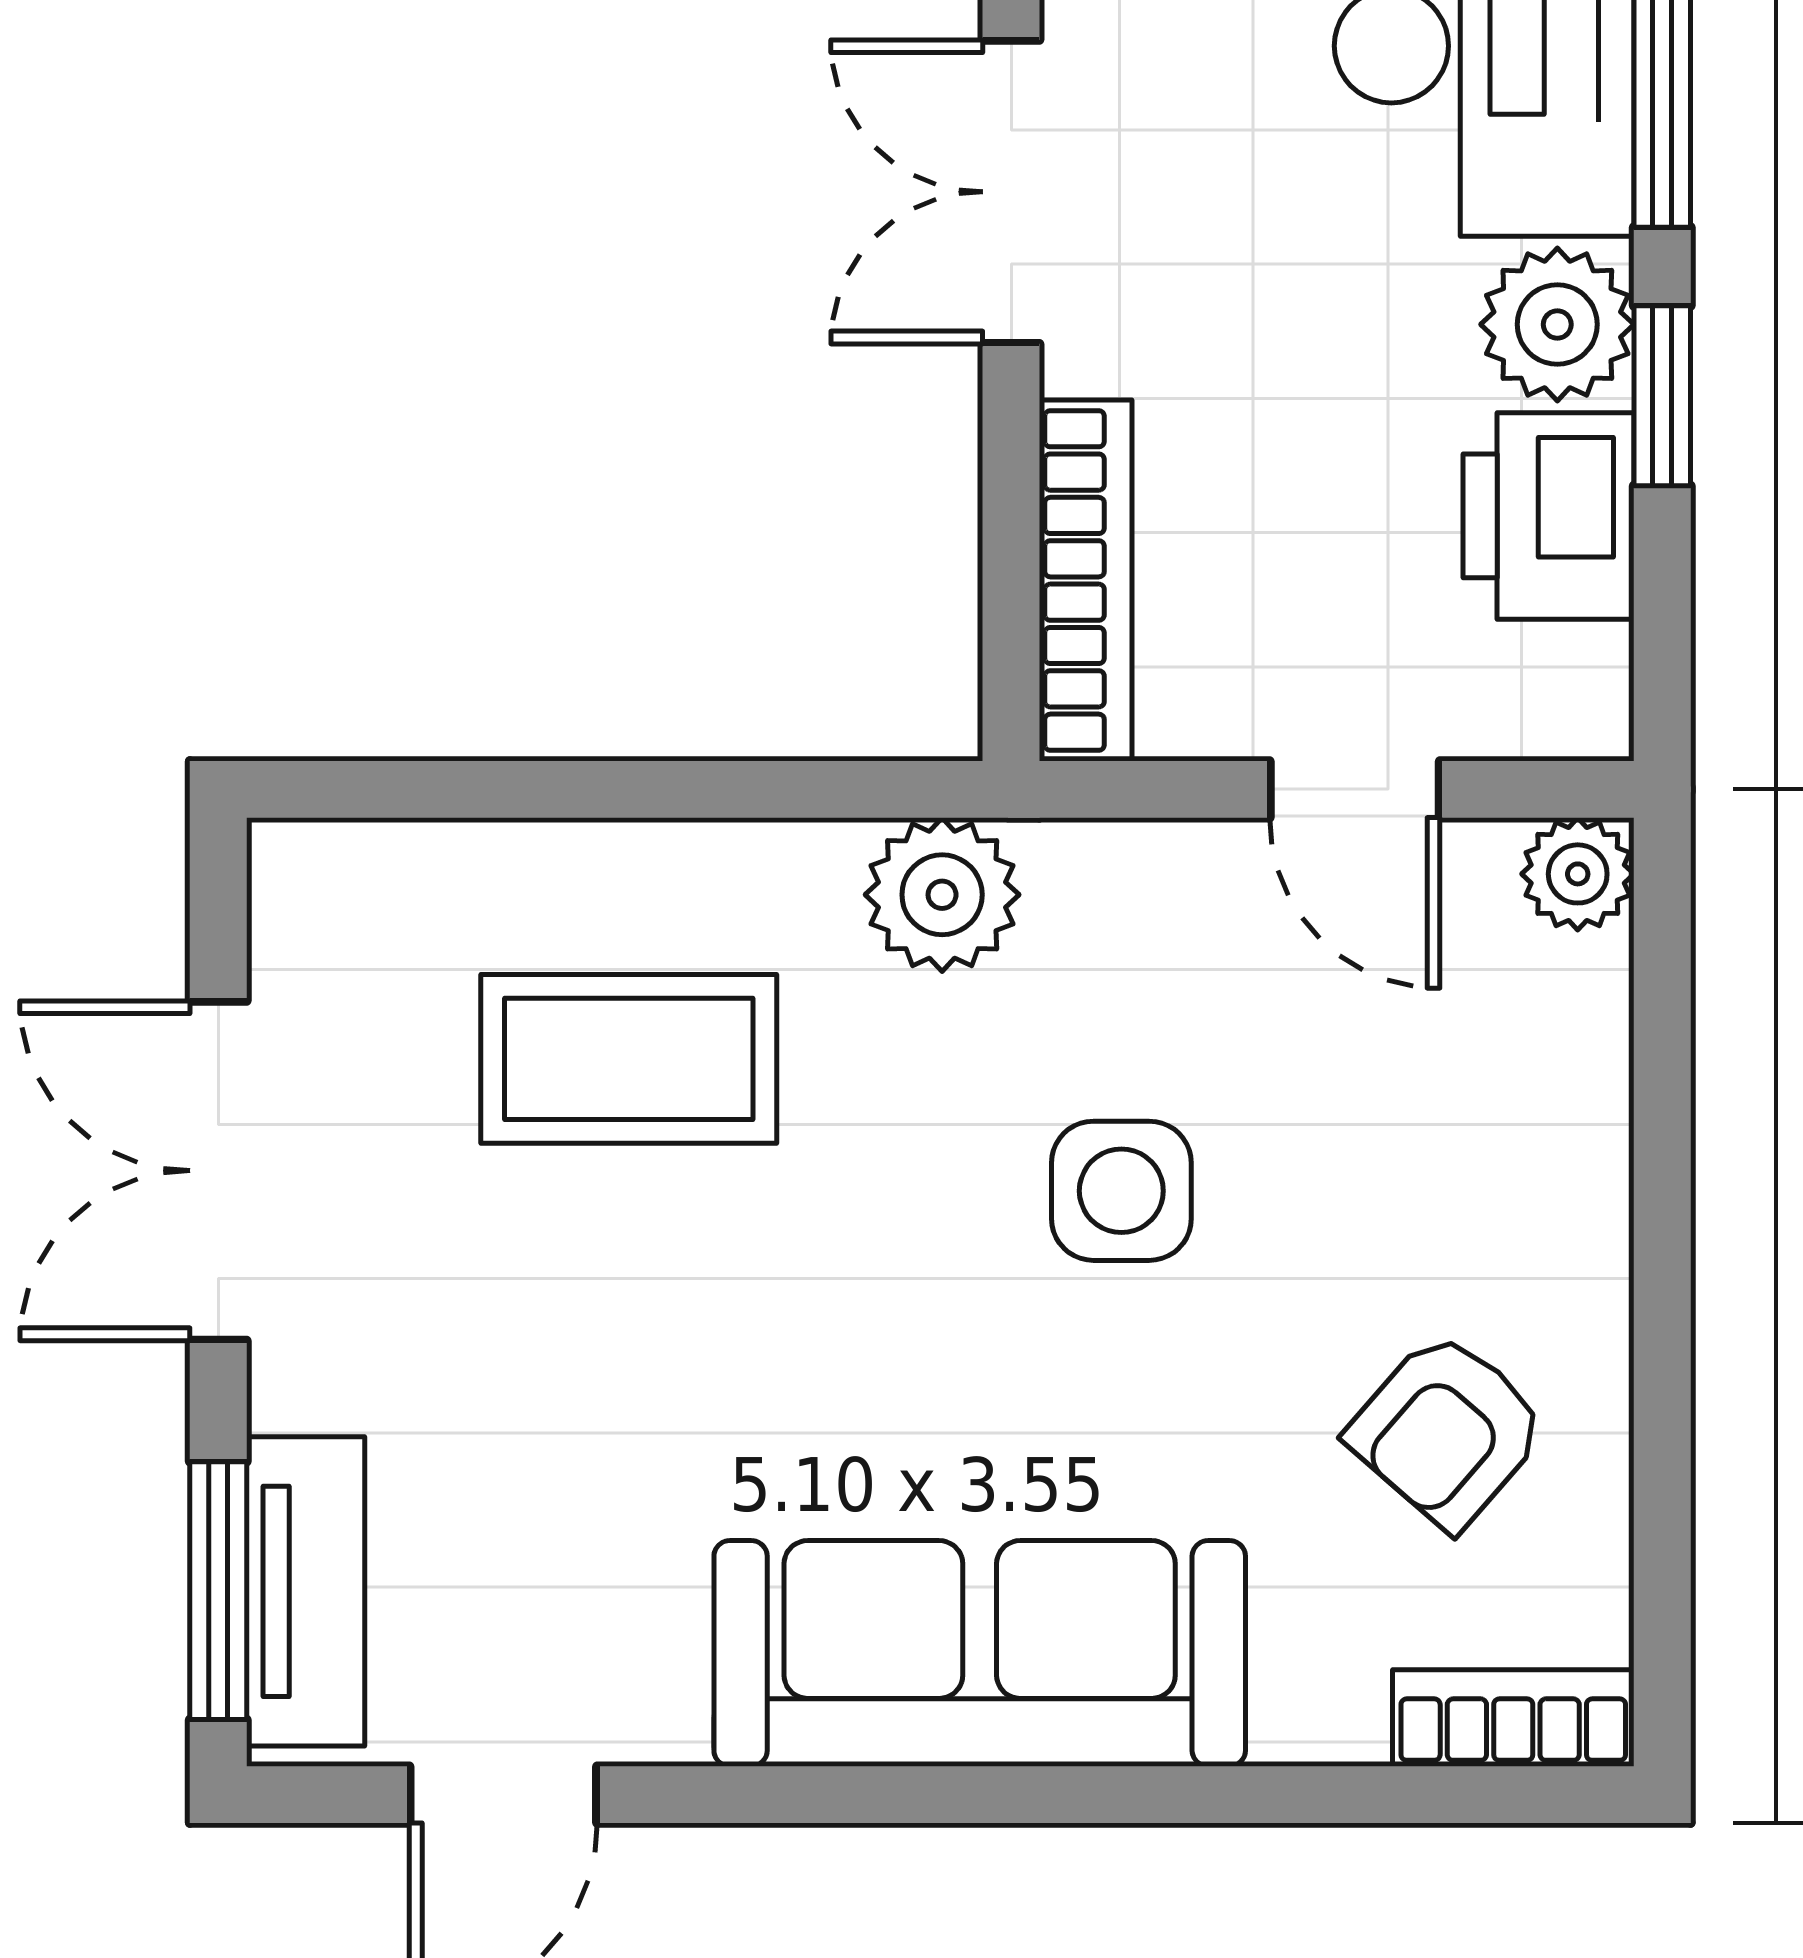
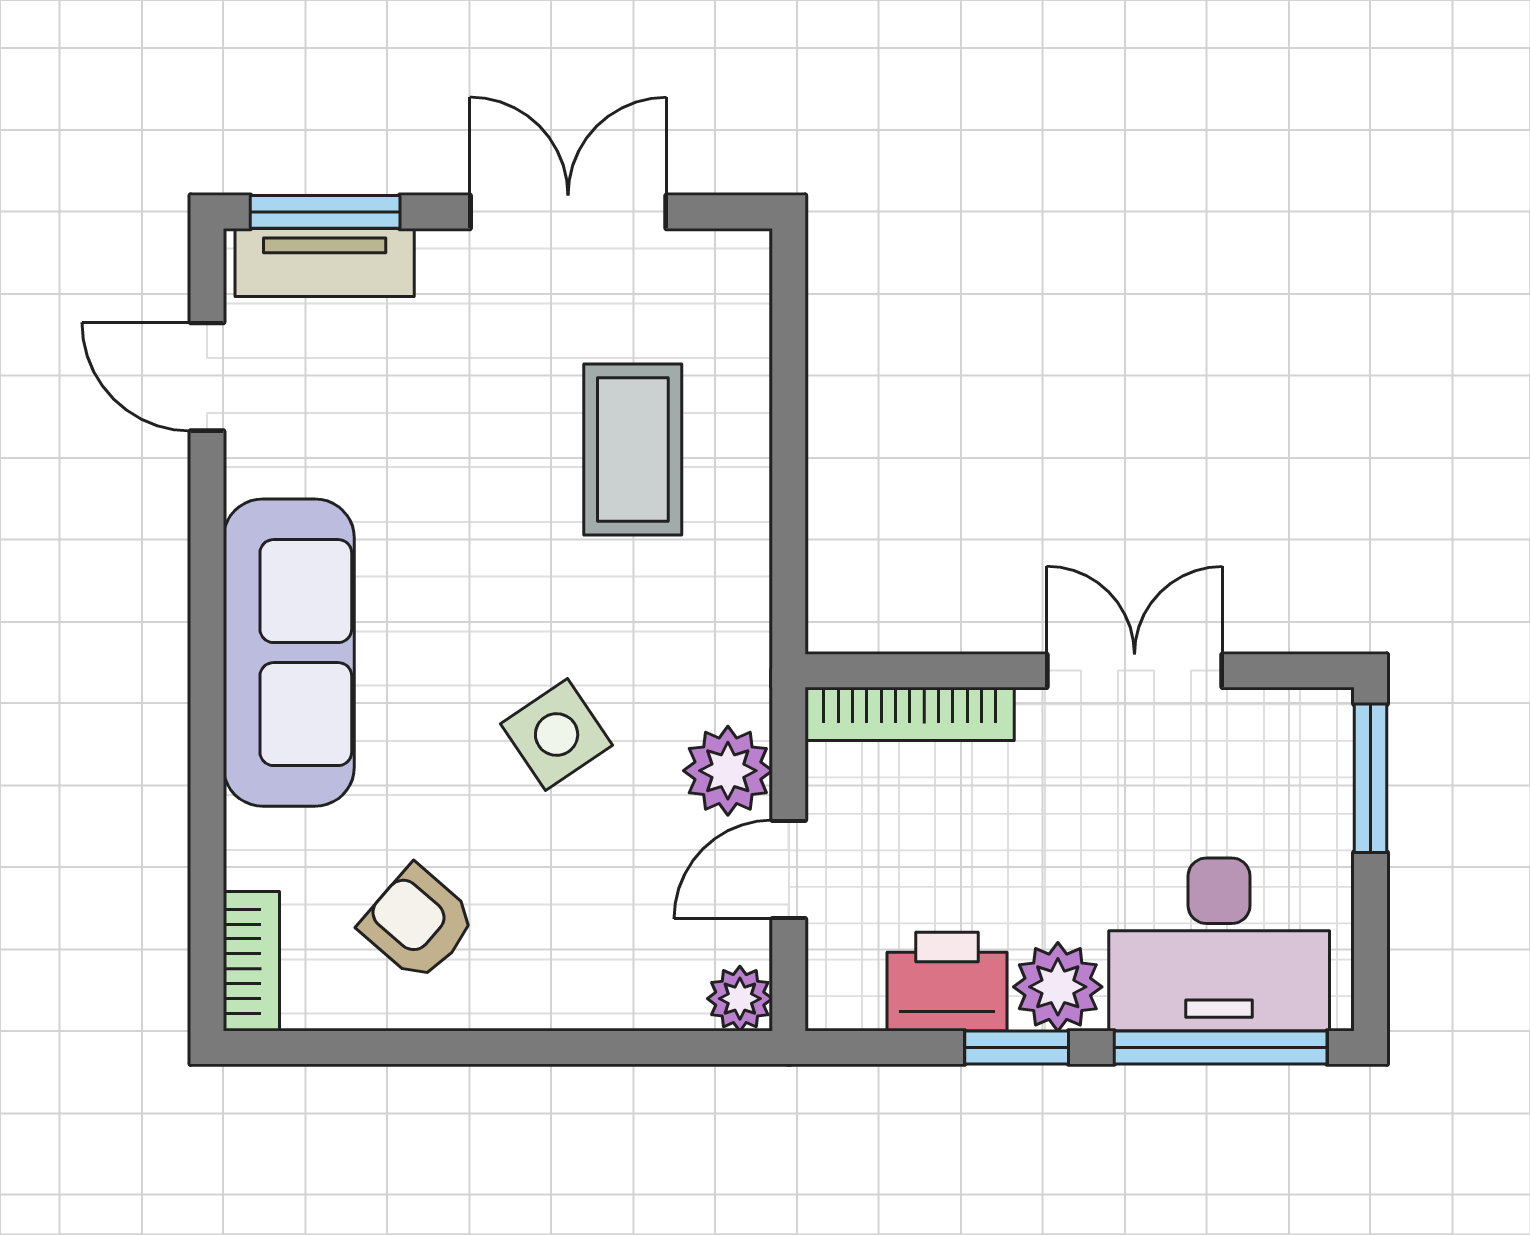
plant: (942, 895) -> (728, 771), moved
side table: (1121, 1191) -> (557, 734), turned -34

